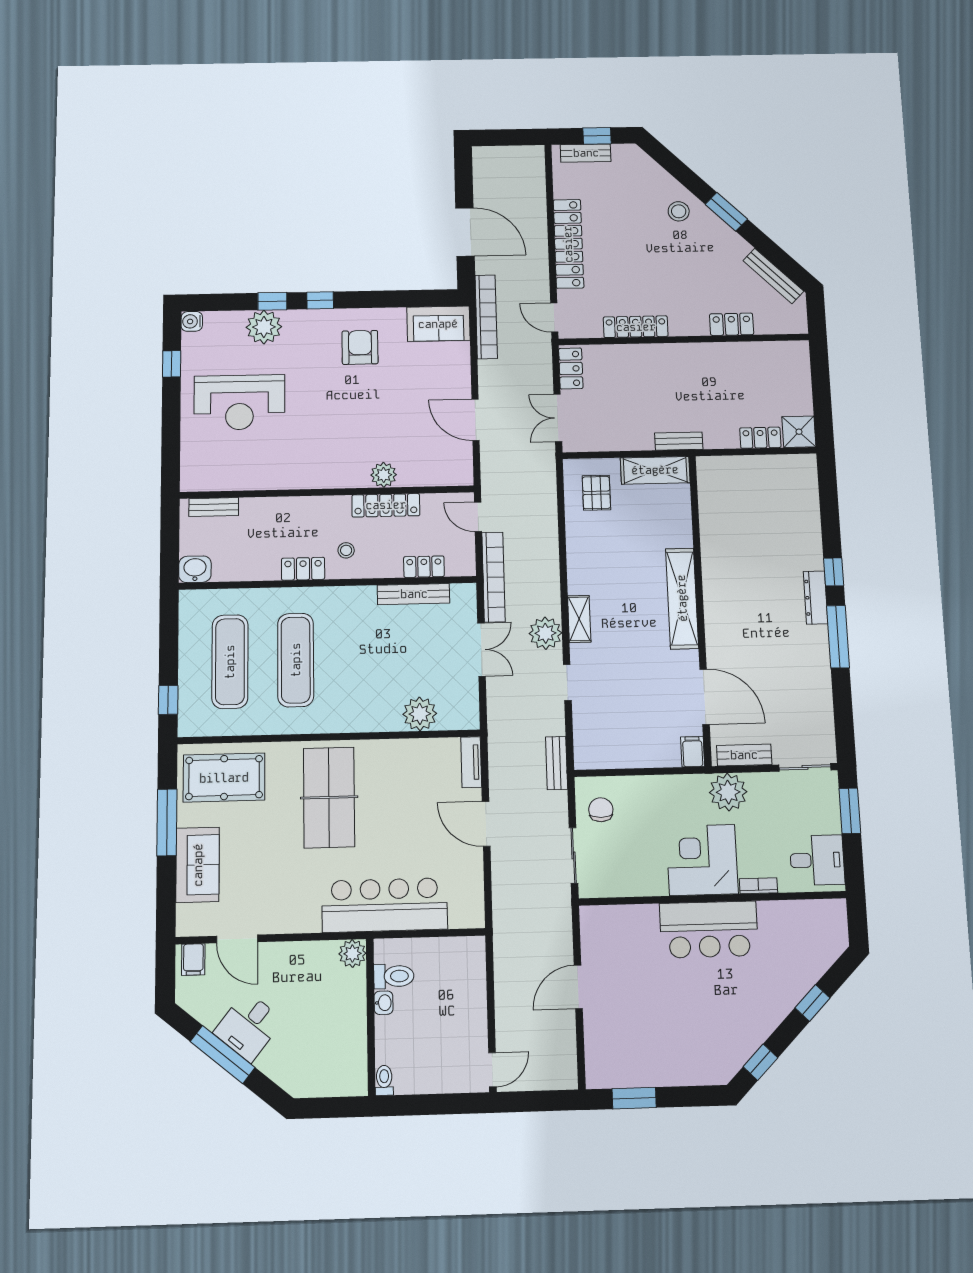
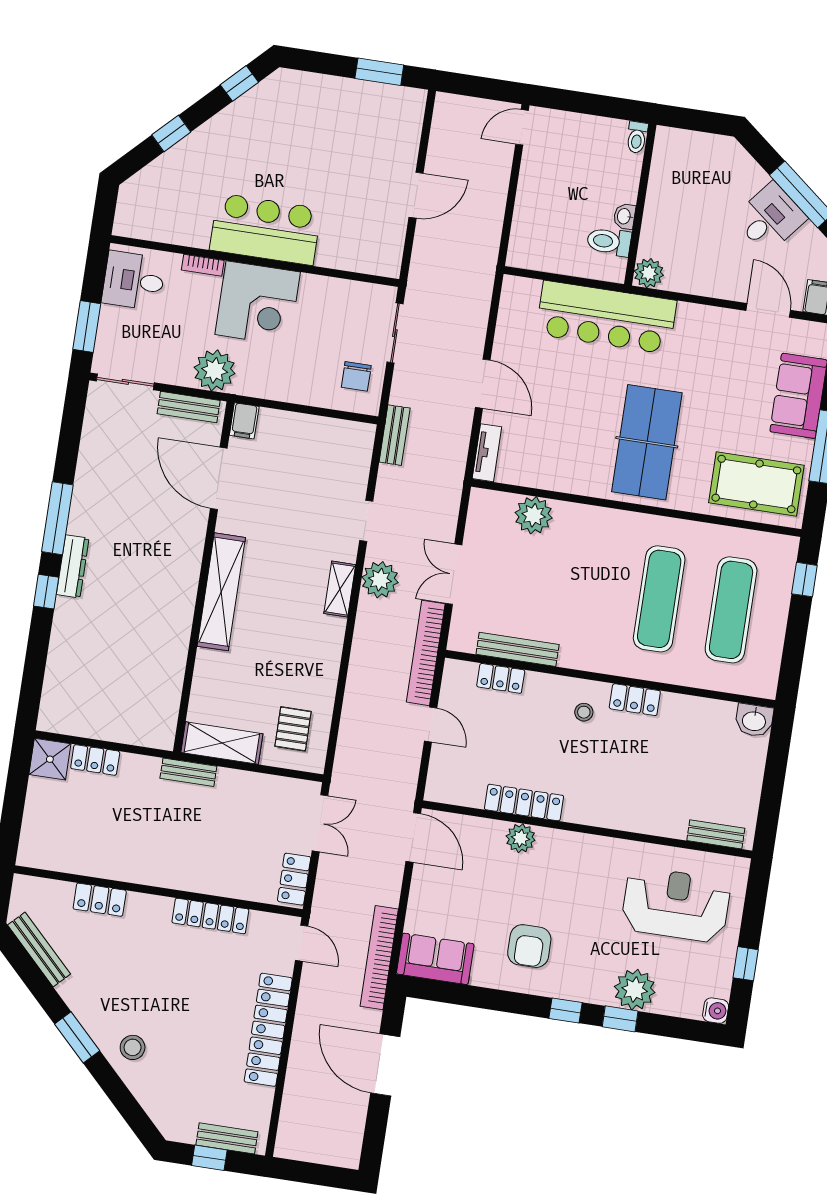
plant: (384, 475) -> (521, 838), moved
wall: (327, 492) -> (587, 829), moved
locker: (386, 505) -> (524, 803), moved
bench: (214, 507) -> (716, 834), moved

